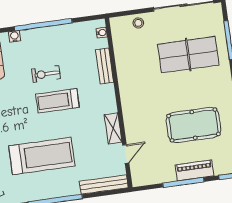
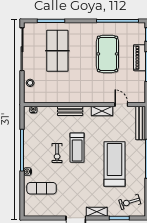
bench: (105, 66) -> (70, 111), moved

